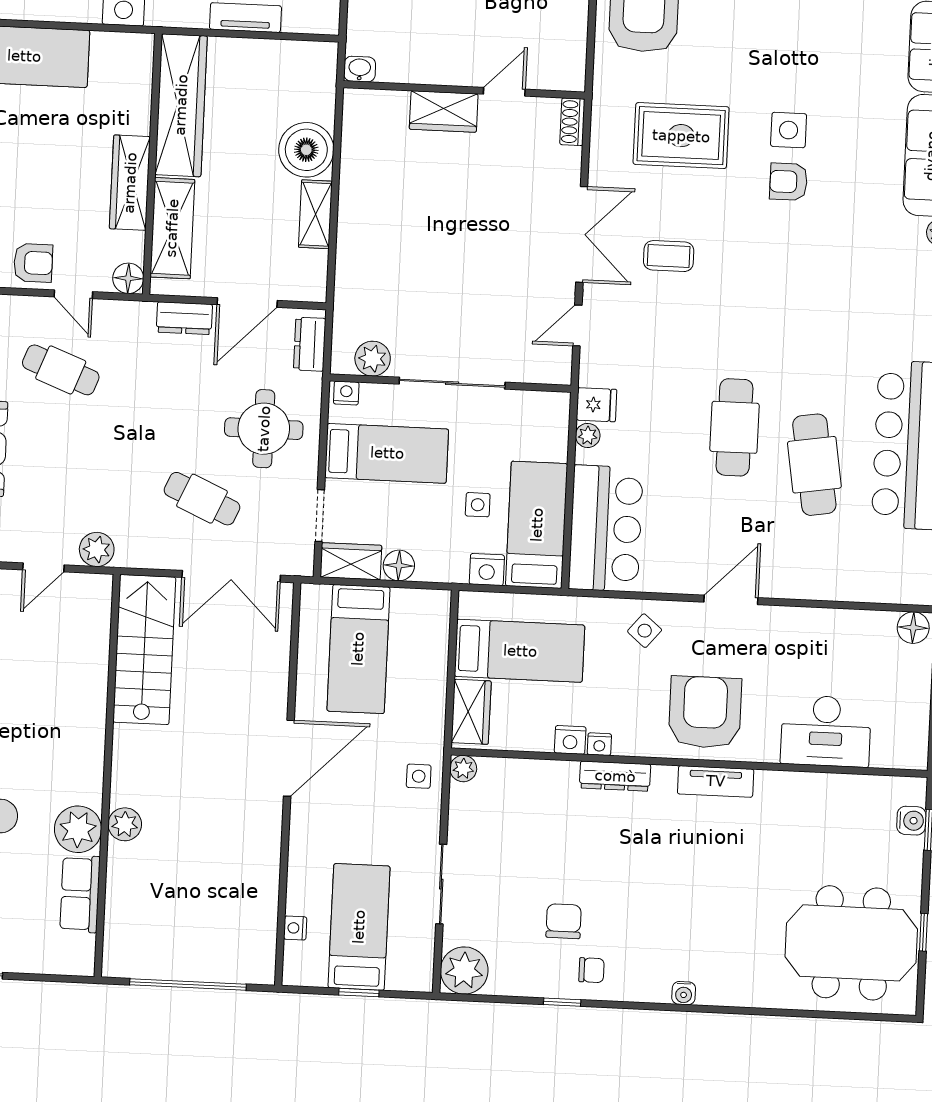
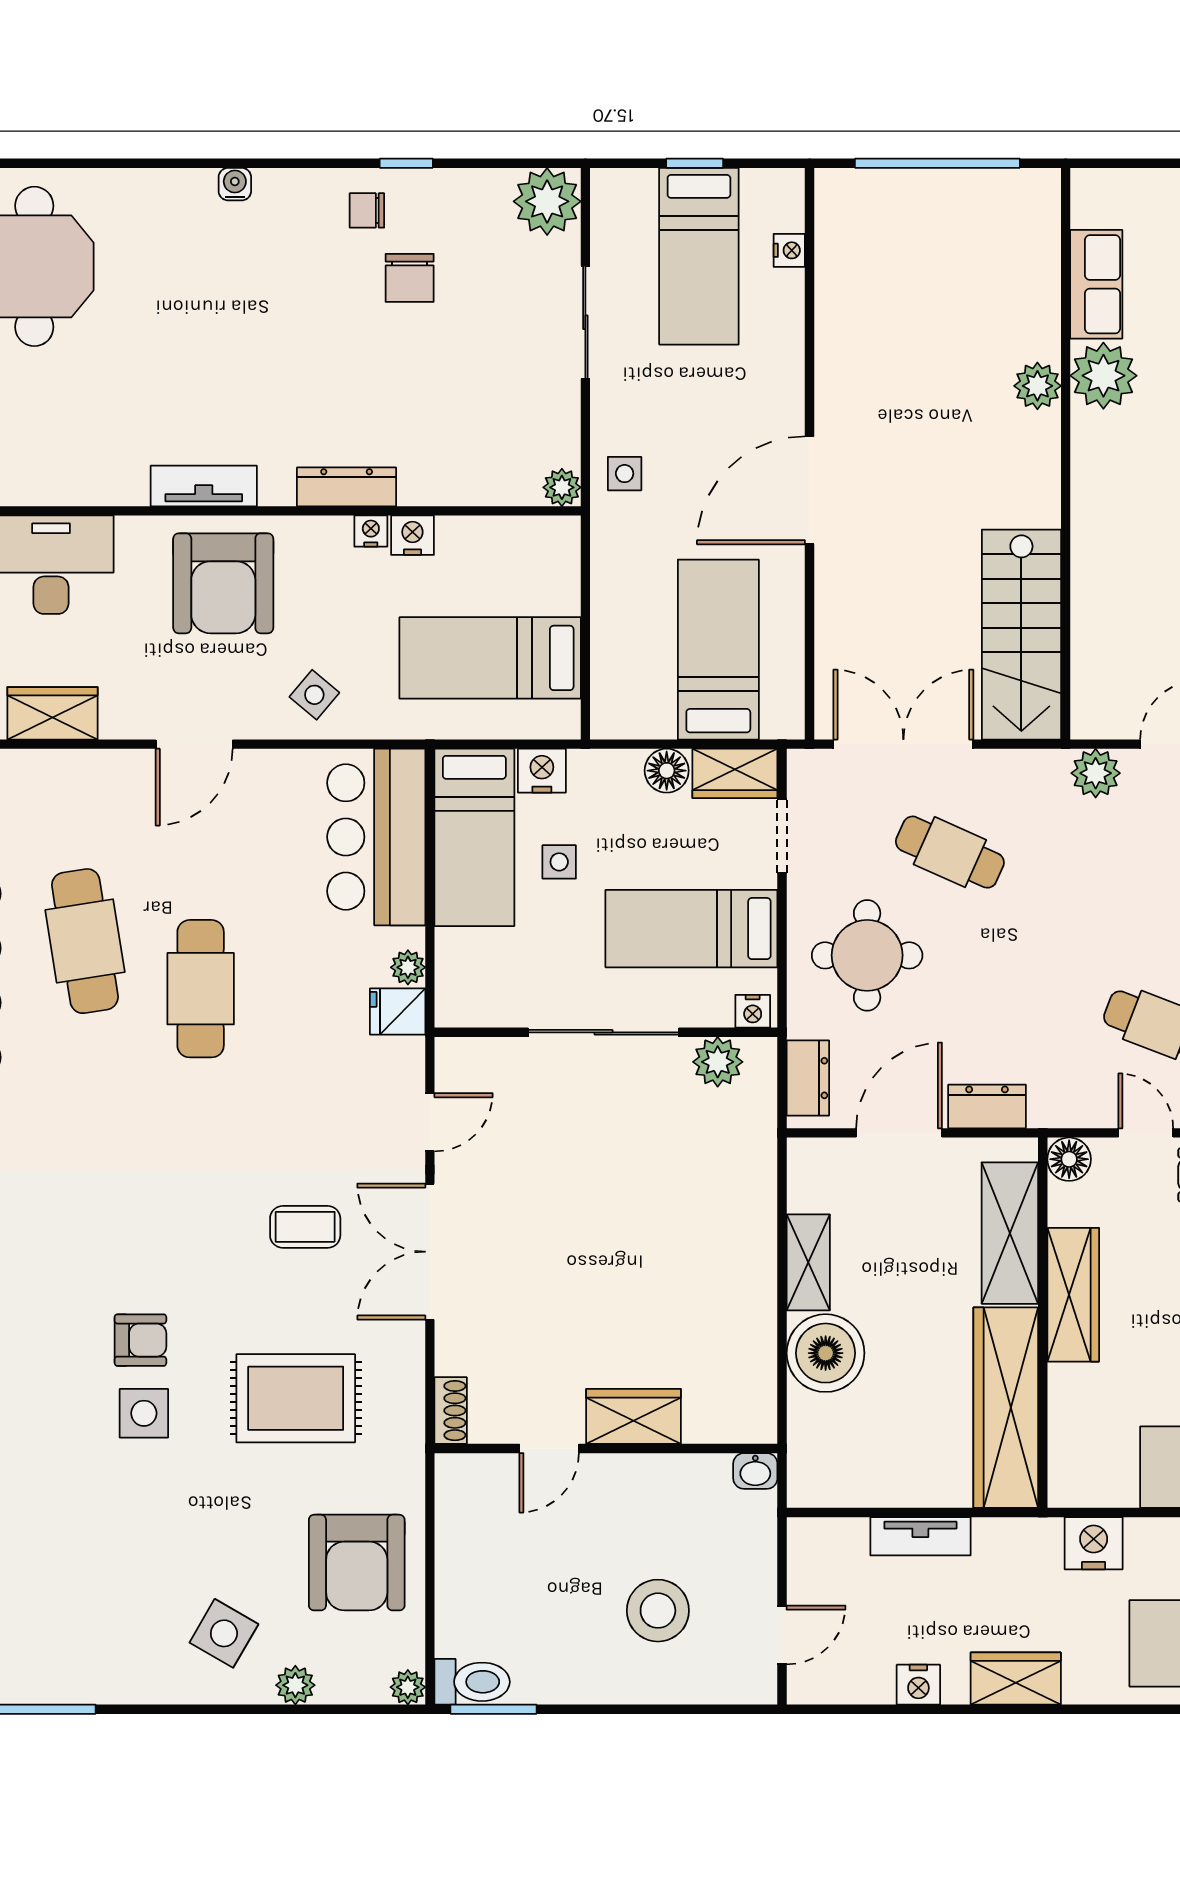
wardrobe: (471, 712) -> (53, 713), moved, turned 90

